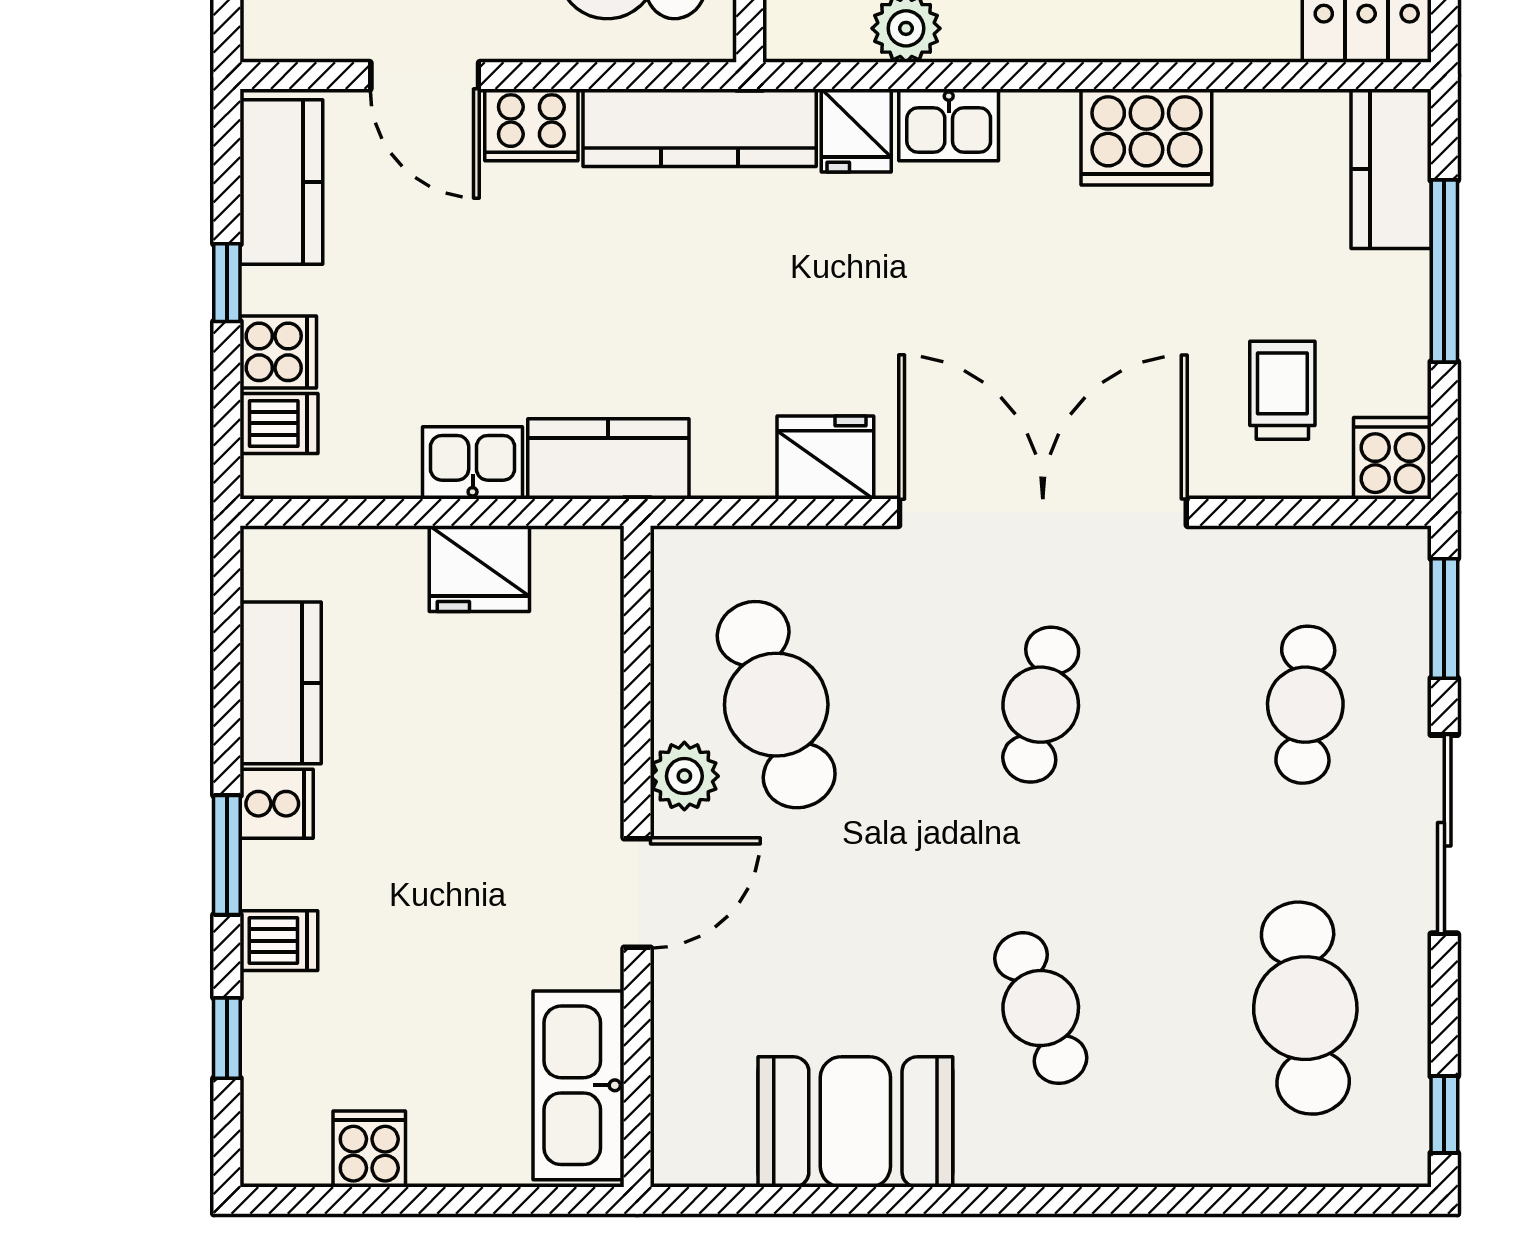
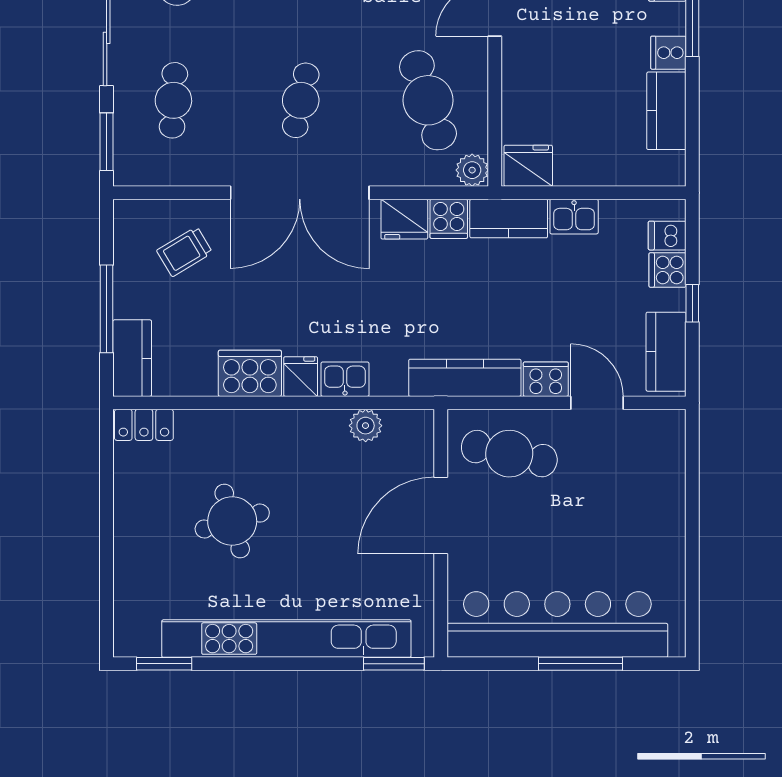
fridge: (856, 130) -> (301, 377), moved
trolley: (1282, 390) -> (185, 252), turned 59
cooker: (1392, 458) -> (449, 219), moved
fridge: (479, 569) -> (528, 166), moved
plant: (684, 776) -> (472, 170), moved

